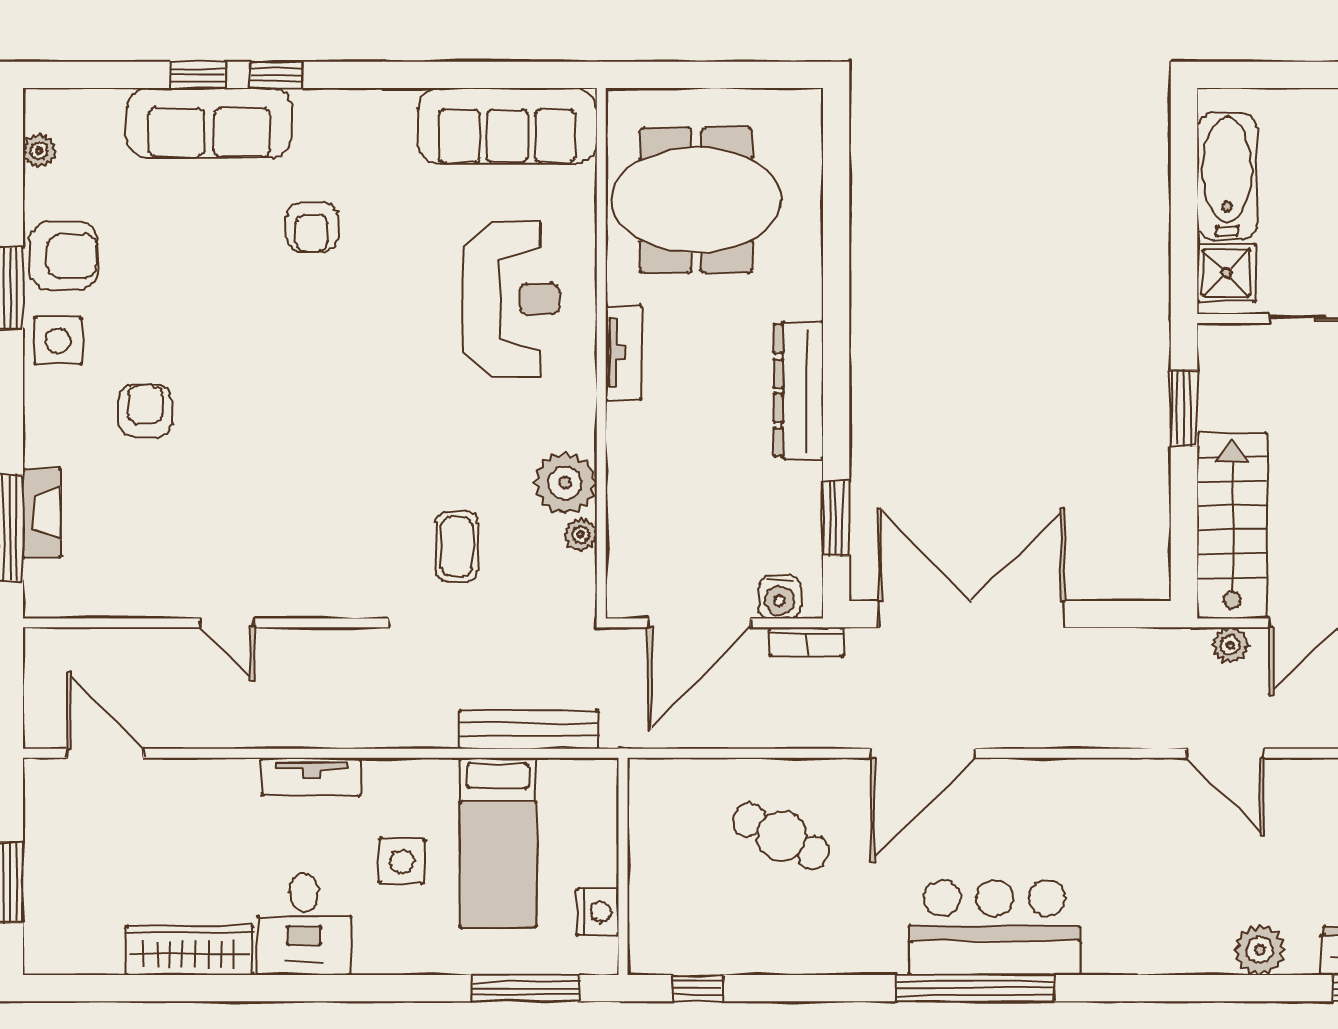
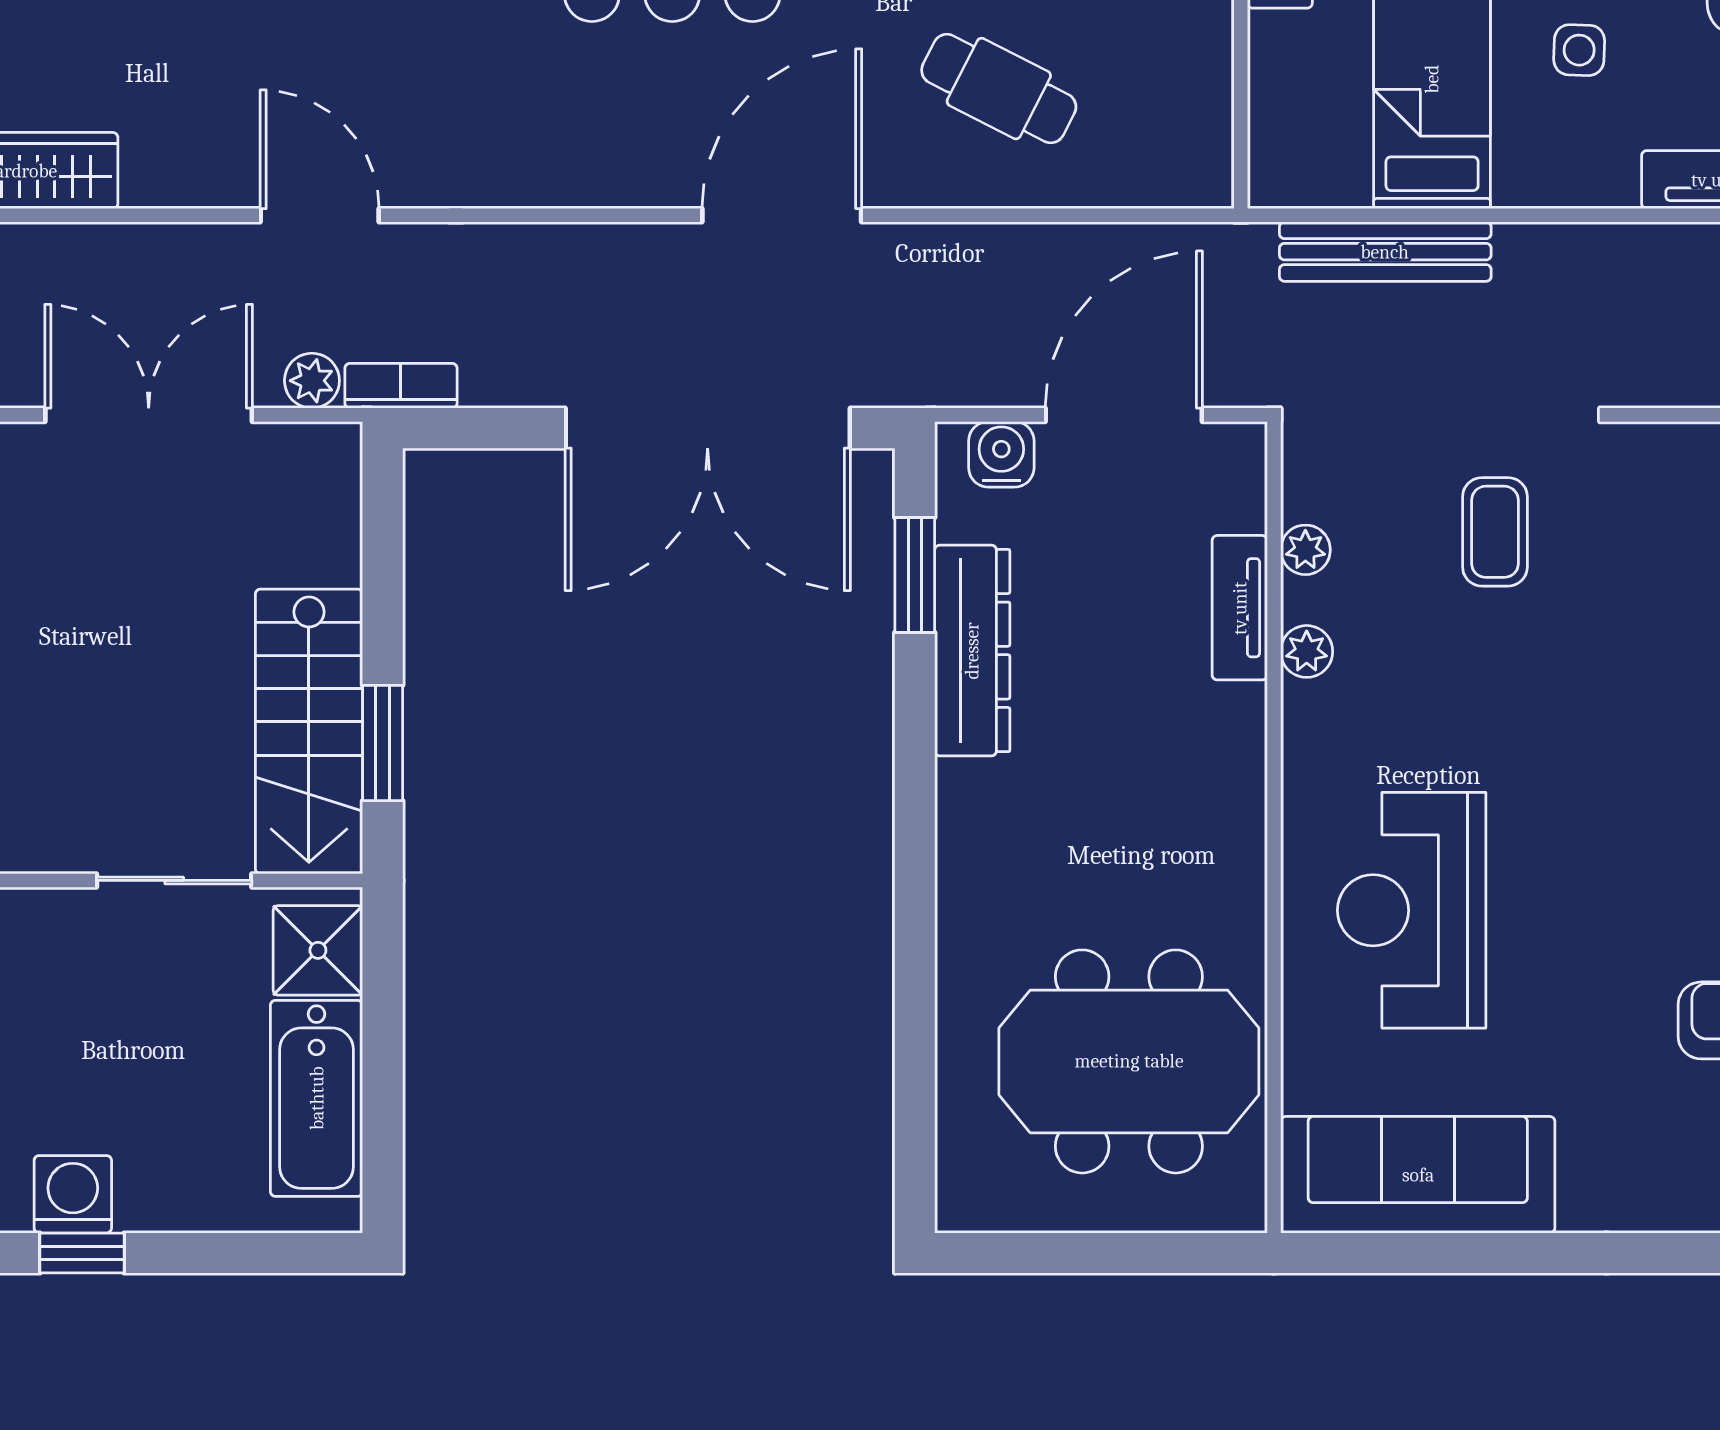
tv unit: (624, 352) -> (1240, 608), moved
dresser: (798, 390) -> (972, 651), moved
plant: (565, 483) -> (1307, 651), width x0.53, depth x0.53
stairs: (1232, 525) -> (309, 731), moved
bookcase: (806, 642) -> (401, 386), moved
side table: (402, 861) -> (1579, 50), width x0.73, depth x0.73

